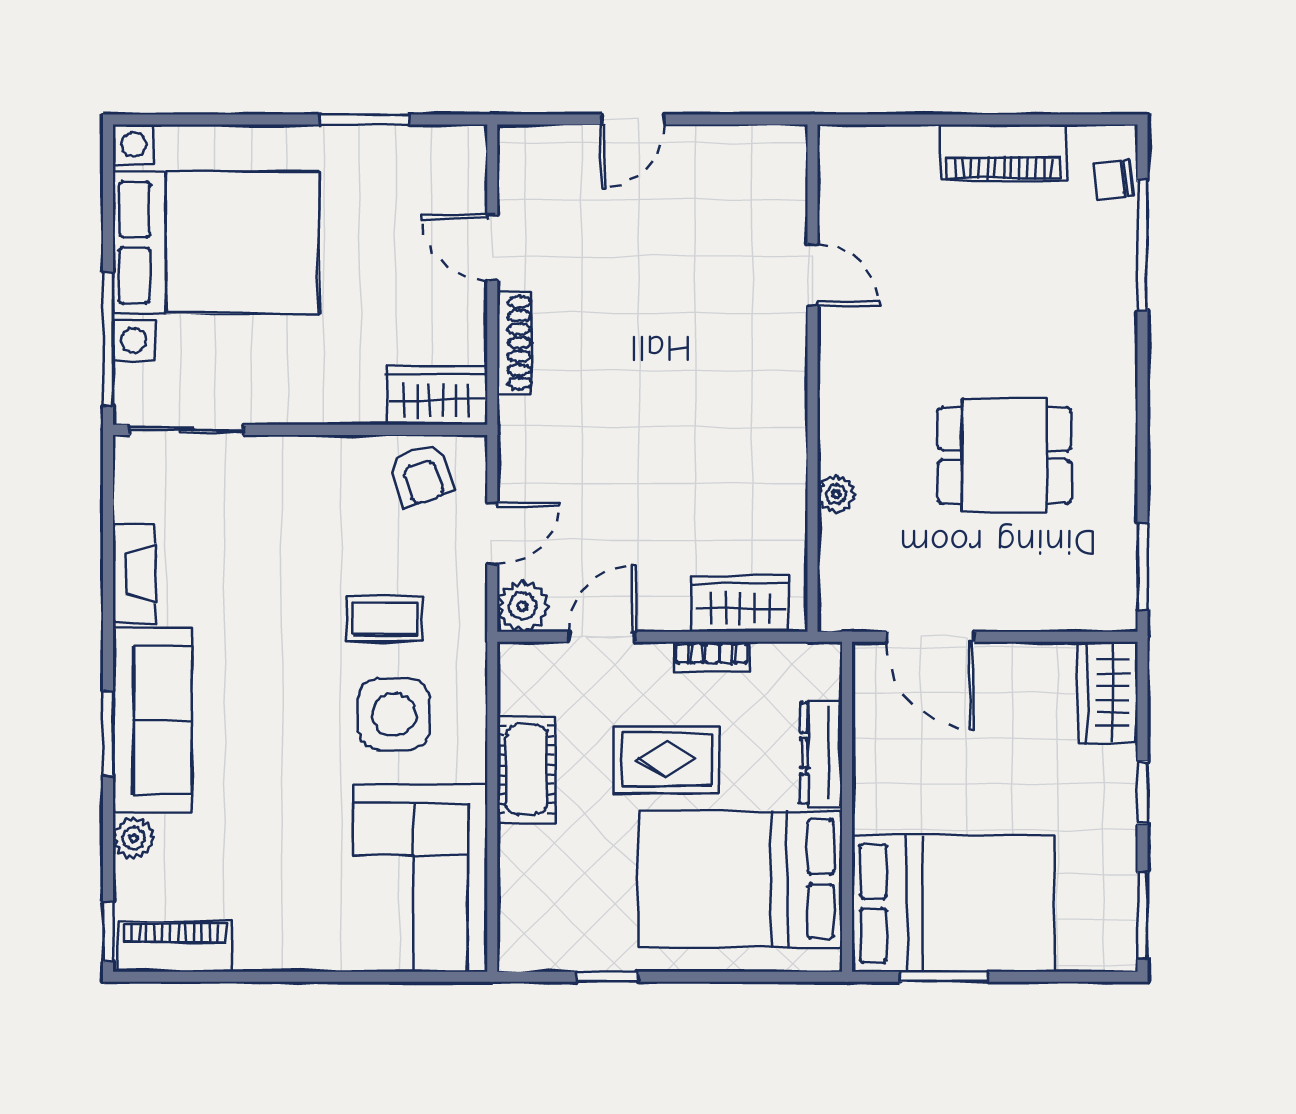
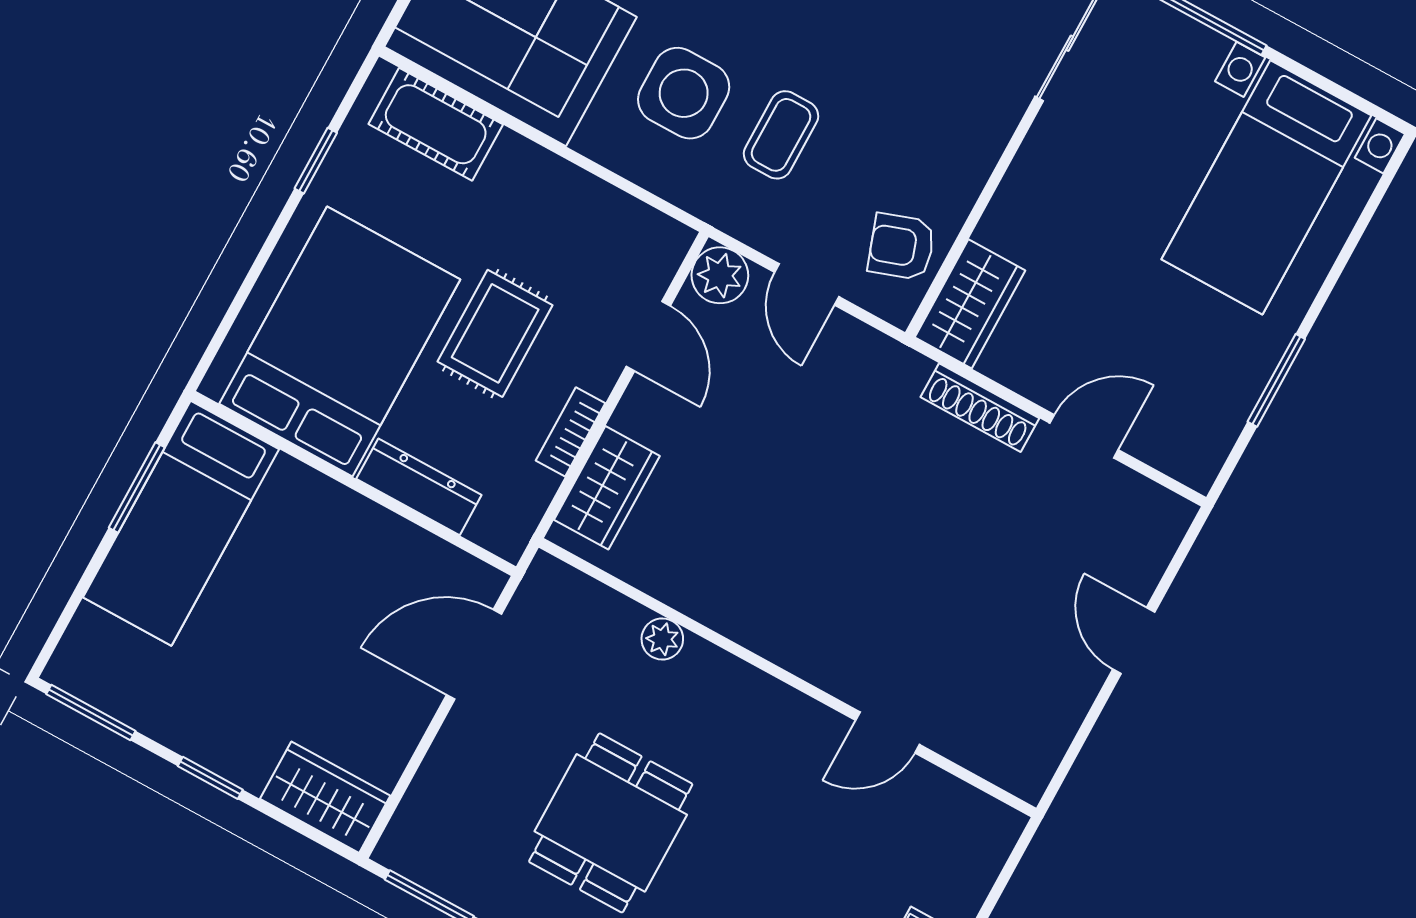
bed with nightstands: (216, 242) -> (1266, 187), width x0.73
cot: (526, 770) -> (436, 124), moved
bed: (953, 903) -> (181, 523), width x0.67

